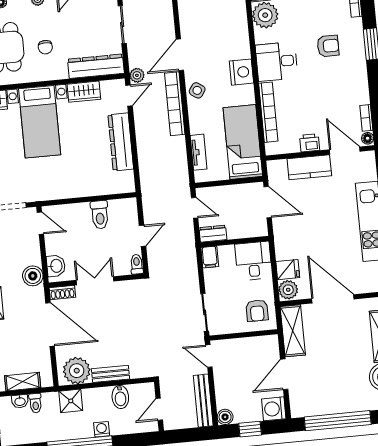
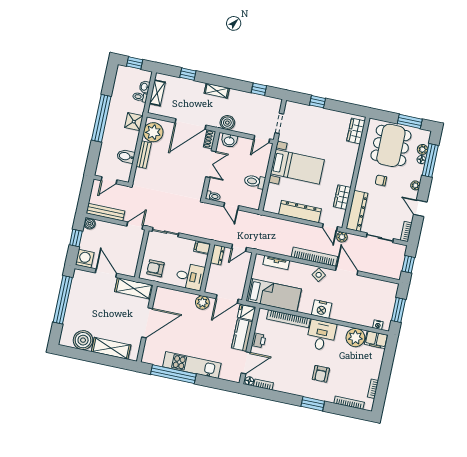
bed with nightstands: (40, 122) -> (297, 167), moved, turned 180
fridge: (288, 270) -> (247, 313), moved, turned 90
plant: (288, 290) -> (202, 302), moved
door: (159, 409) -> (109, 180), swing flipped
washing machine: (102, 429) -> (108, 137), removed

